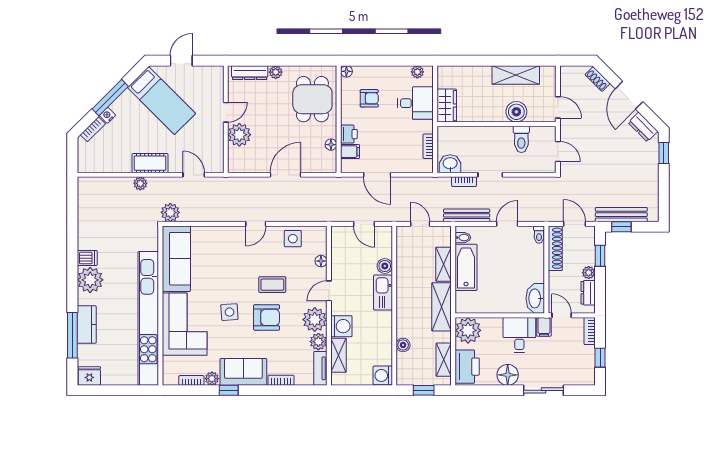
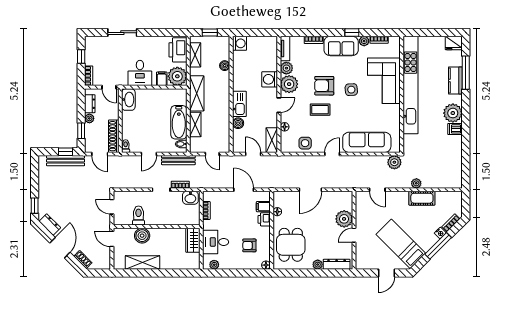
cot: (150, 163) -> (422, 198), moved
sofa: (176, 259) -> (367, 142), moved, turned 90
filing cabinet: (544, 327) -> (162, 79), moved
shelving: (338, 355) -> (272, 140), moved
floor lamp: (508, 375) -> (148, 44), removed

